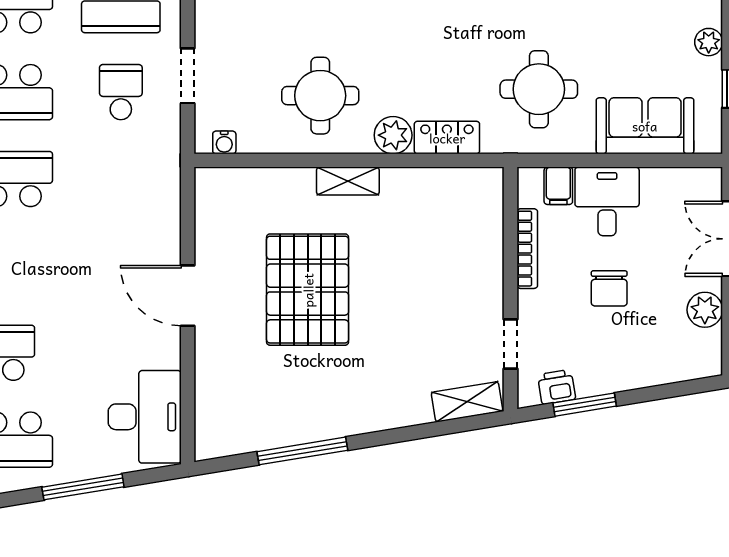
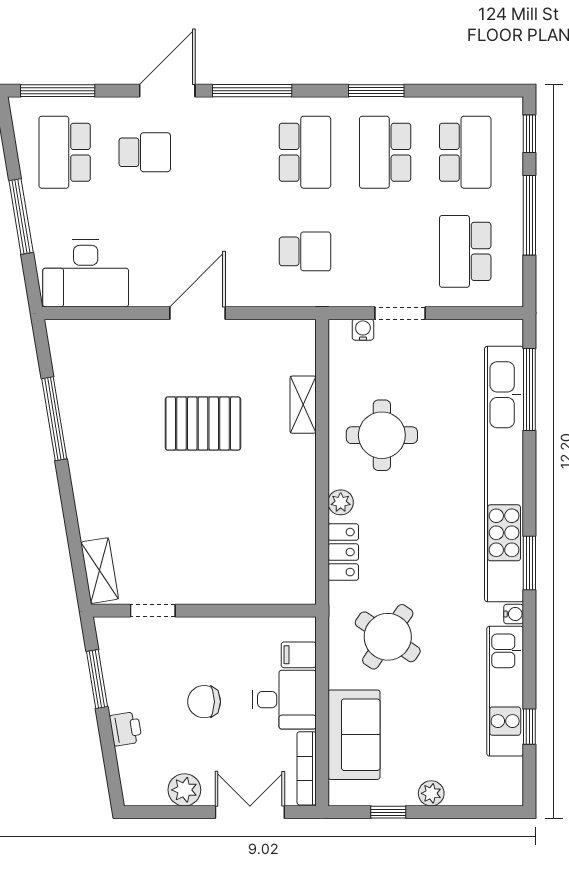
round table: (539, 89) -> (388, 637), turned 34
school desk: (121, 92) -> (305, 251), moved
plant: (393, 135) -> (341, 502), width x0.73, depth x0.73
water cooler: (224, 142) -> (363, 330), moved, turned 90
shelving: (348, 181) -> (303, 405), moved
bookcase: (527, 249) -> (307, 768), moved, turned 90
pallet: (308, 290) -> (203, 424), width x0.73, depth x0.71
printer: (557, 387) -> (126, 729), moved

